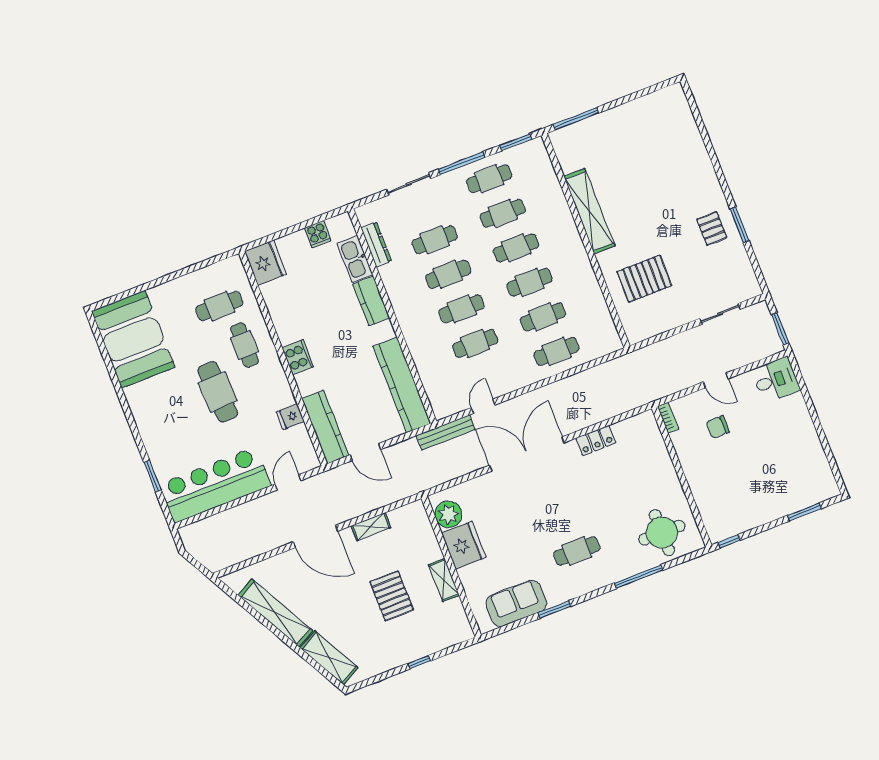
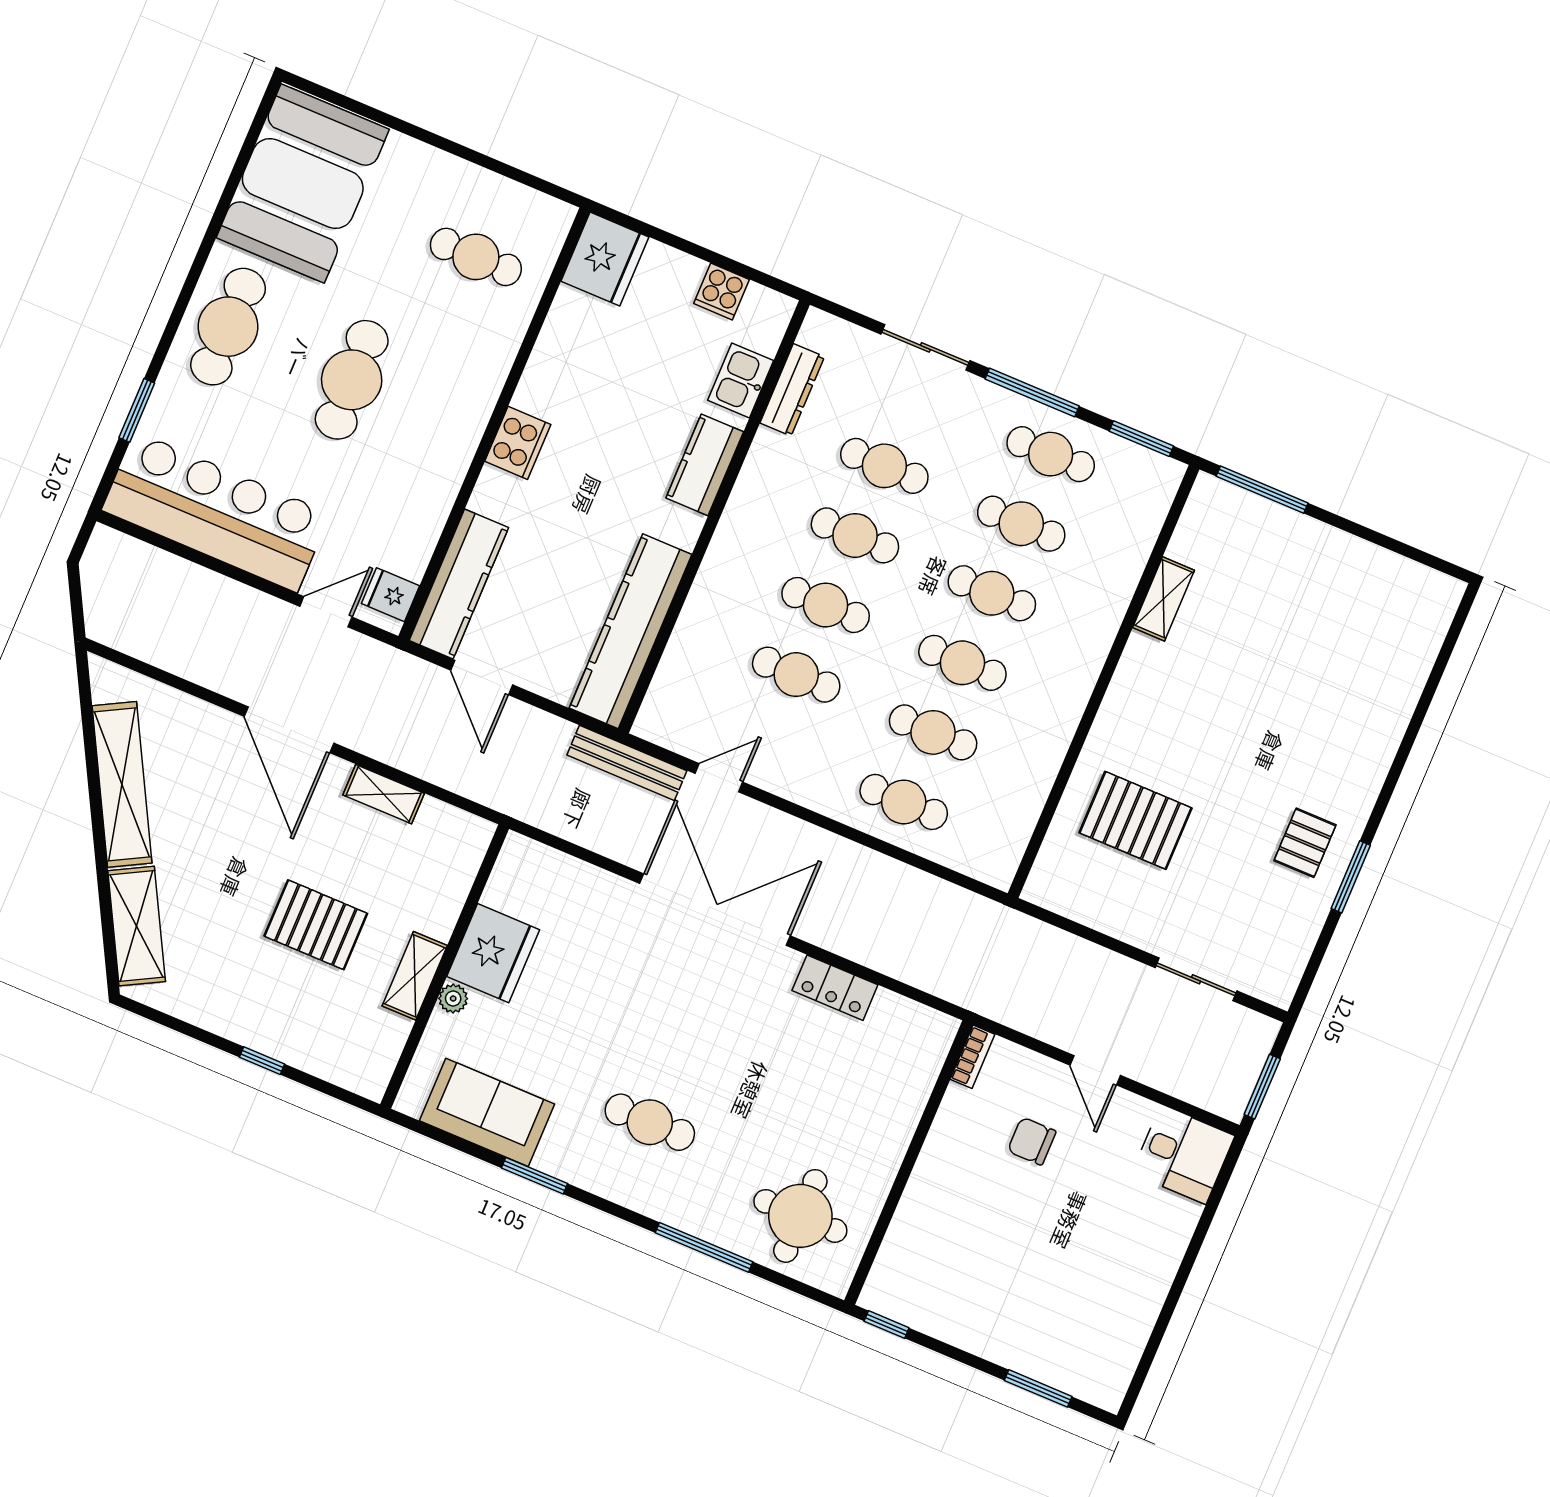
shelving: (589, 211) -> (1164, 599), width x0.45, depth x0.75
kitchen sink: (355, 259) -> (741, 380), width x0.73
cafe table: (245, 345) -> (228, 327), moved, width x1.37, depth x1.35
fridge: (290, 417) -> (391, 595), moved
plant: (448, 514) -> (453, 999), moved, width x0.53, depth x0.53
pallet: (392, 596) -> (316, 925), turned 90

